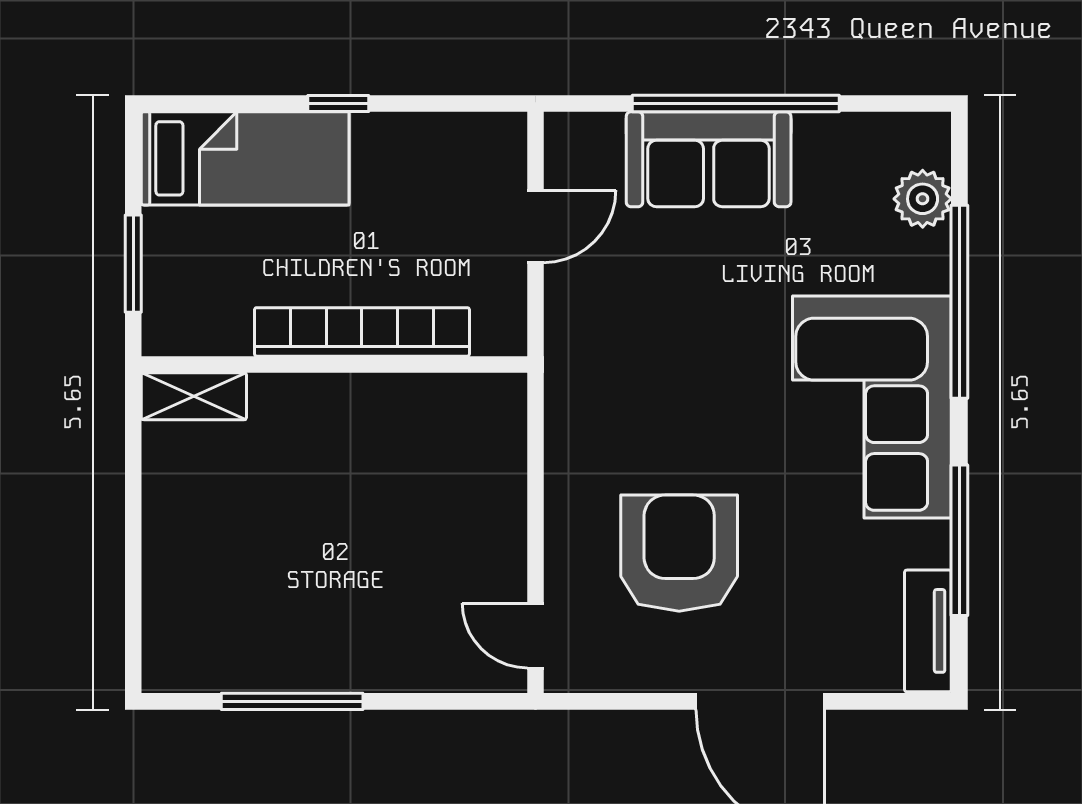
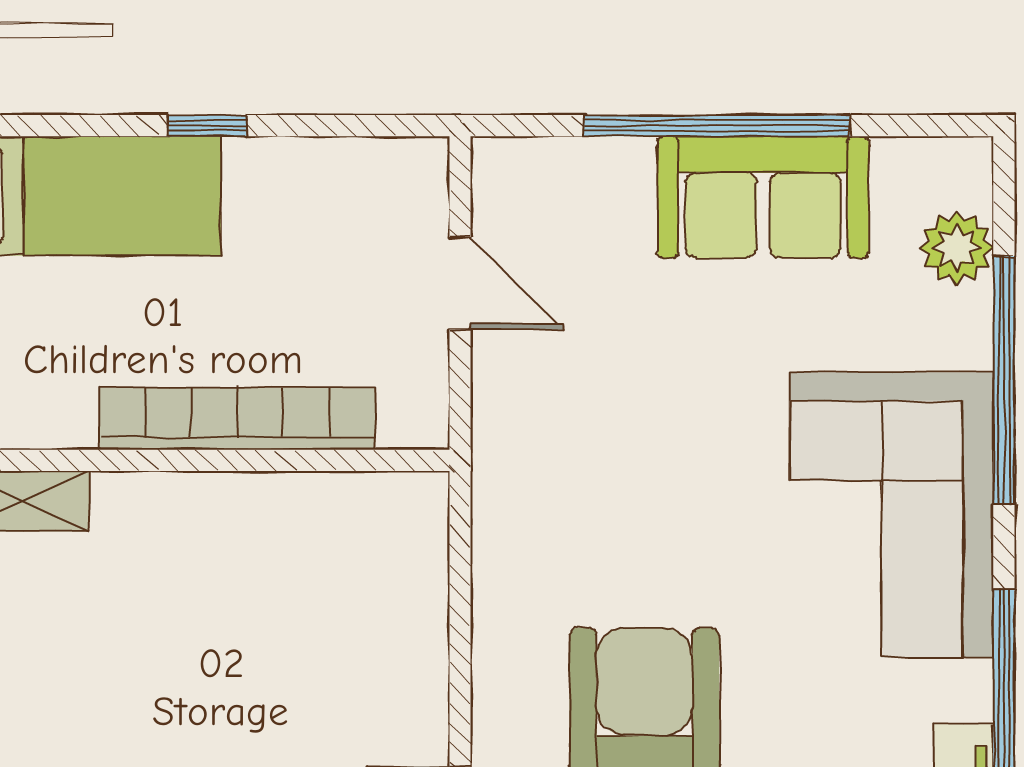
sofa: (709, 159) -> (763, 197), moved
door: (535, 226) -> (460, 283), hinge flipped

